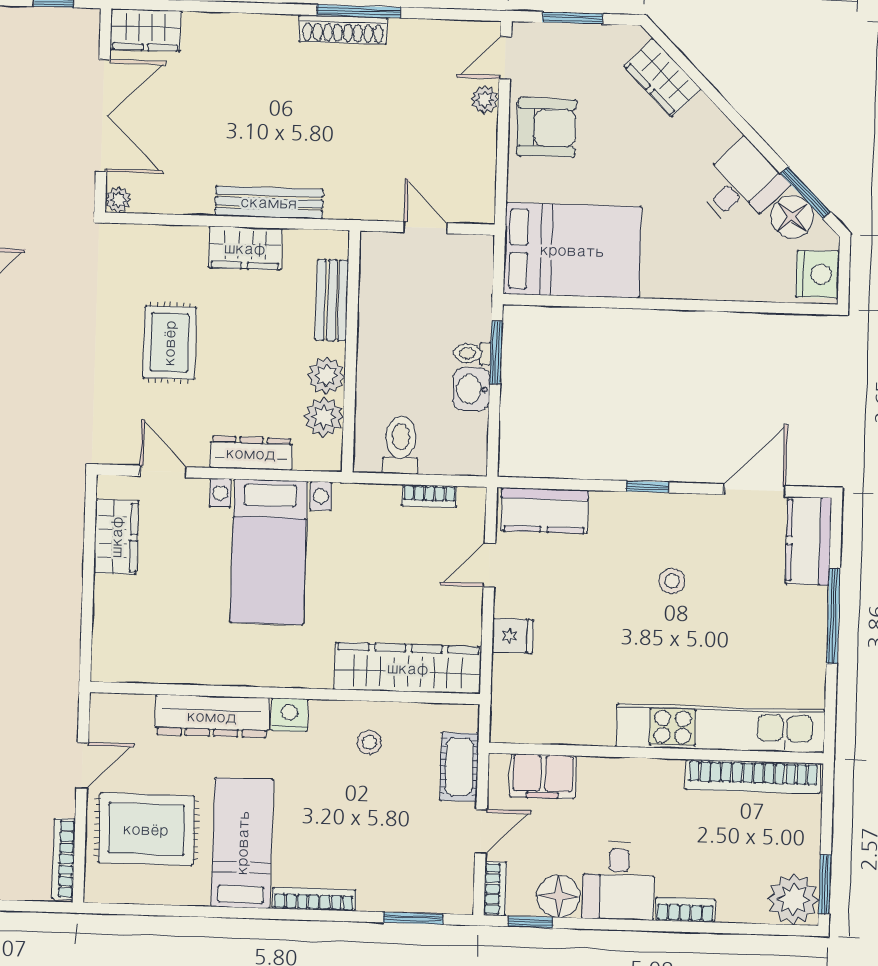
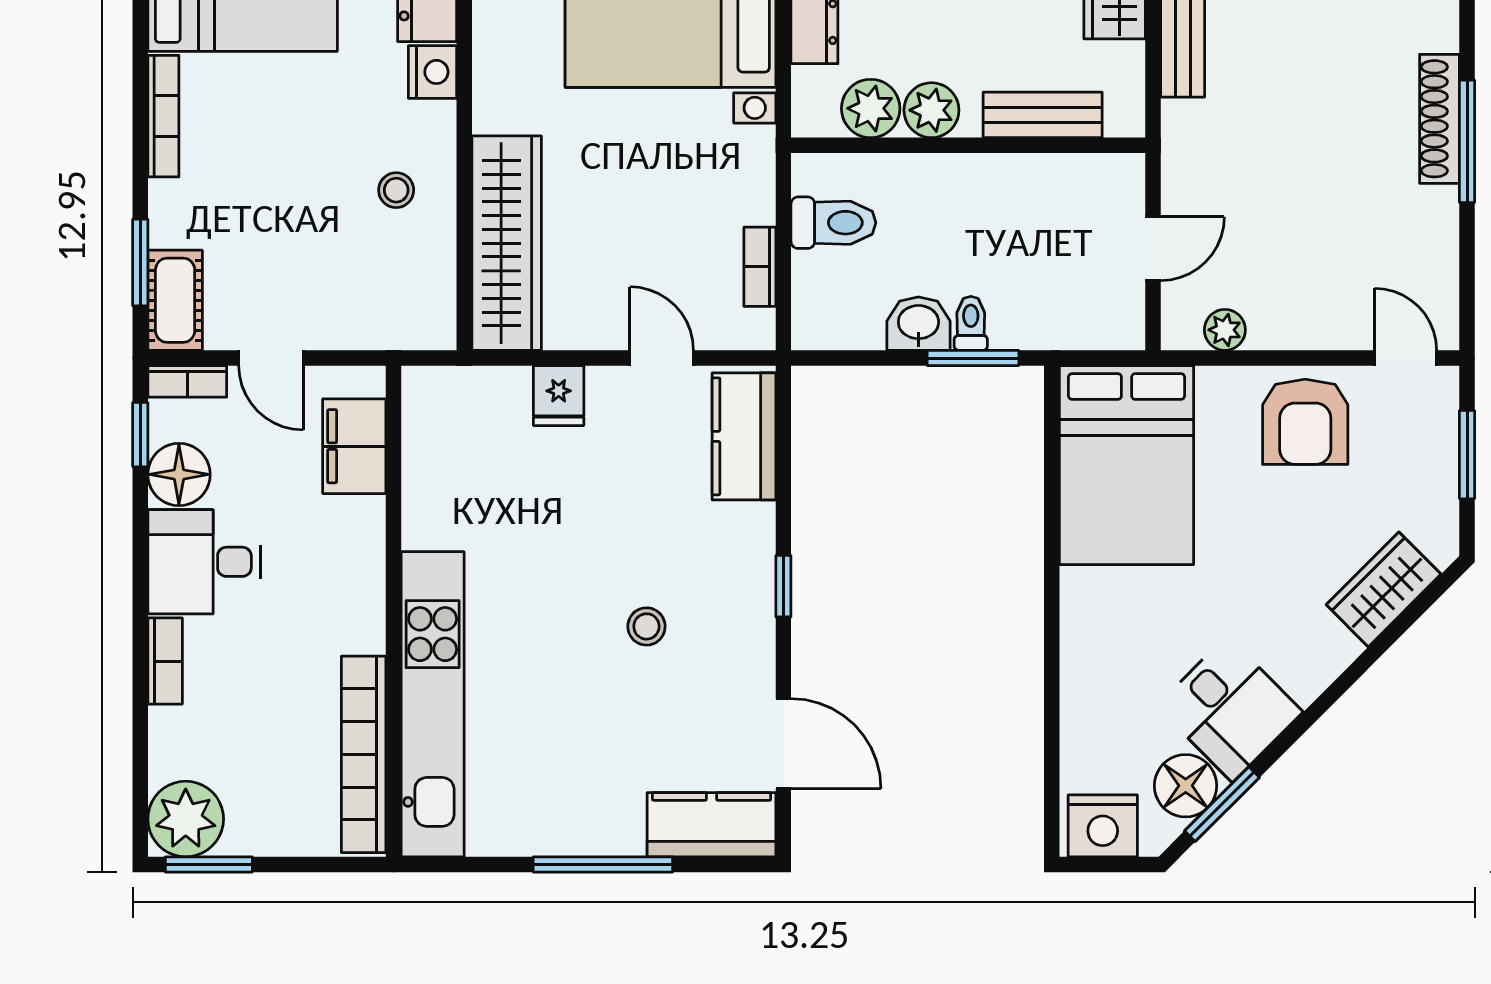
plant: (485, 100) -> (1225, 330), moved
cot: (459, 767) -> (175, 300), moved, turned 90

